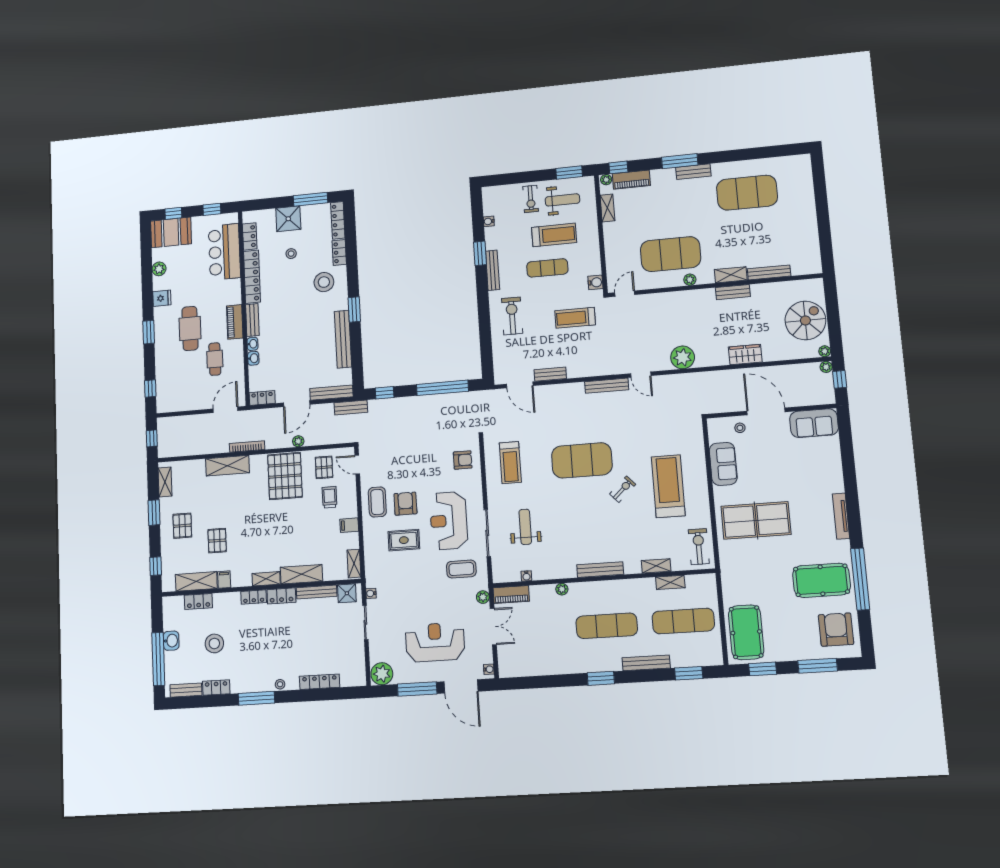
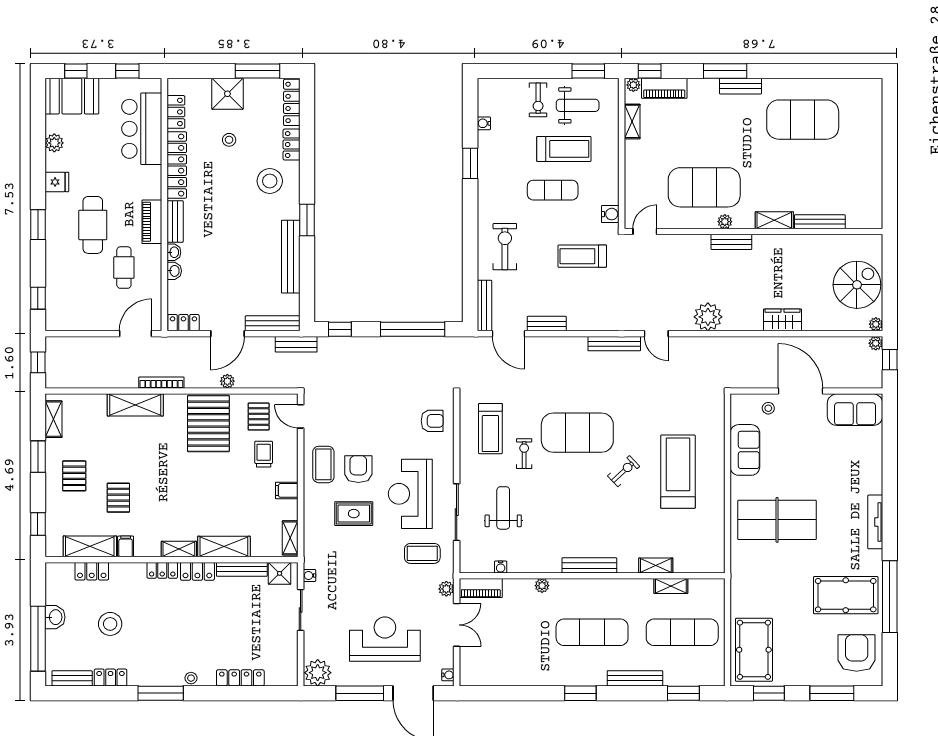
bench: (493, 270) -> (484, 306), moved
bench: (733, 292) -> (731, 242), moved
exercise bike: (699, 547) -> (524, 454), moved, width x0.73, depth x0.72

